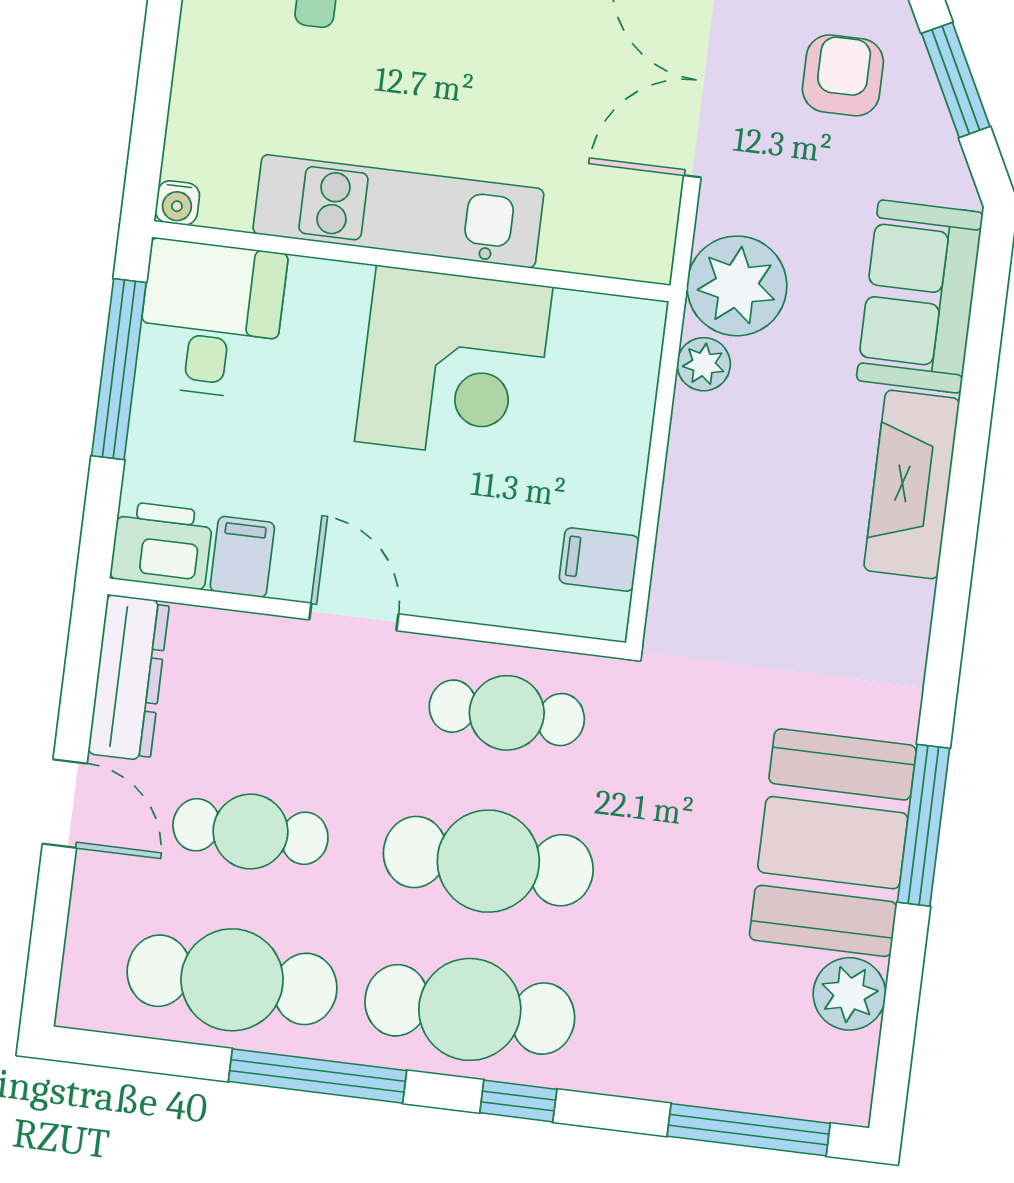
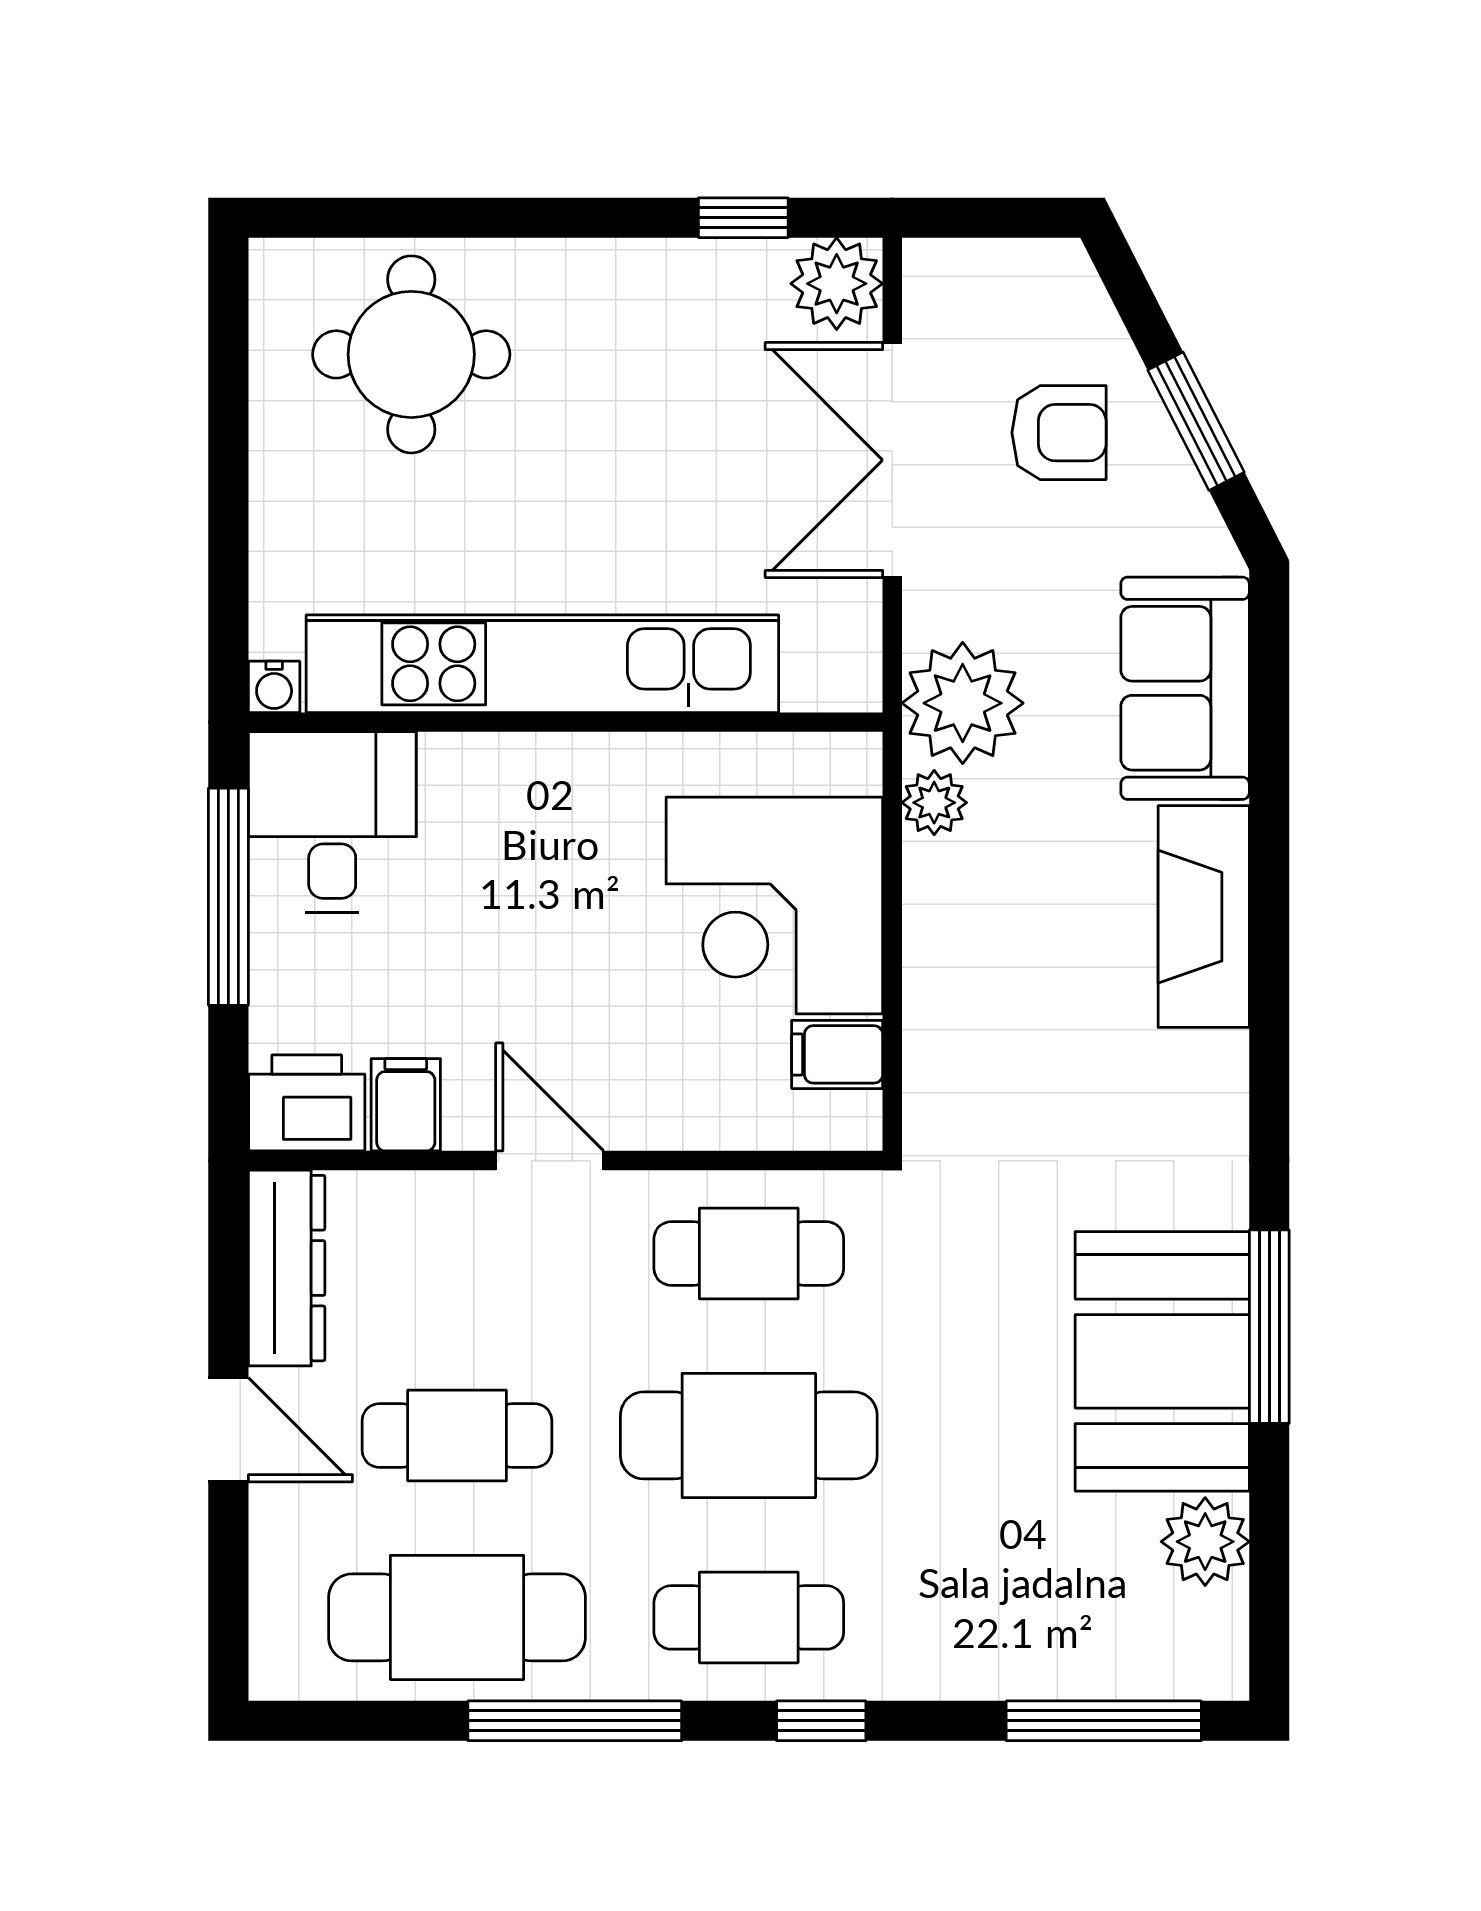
armchair: (843, 75) -> (1059, 433), turned 90
kitchen unit: (398, 211) -> (542, 664), width x1.36
corner desk: (454, 364) -> (774, 906), moved, turned 90
cafe table: (470, 1009) -> (749, 1617), width x0.73, depth x0.74

